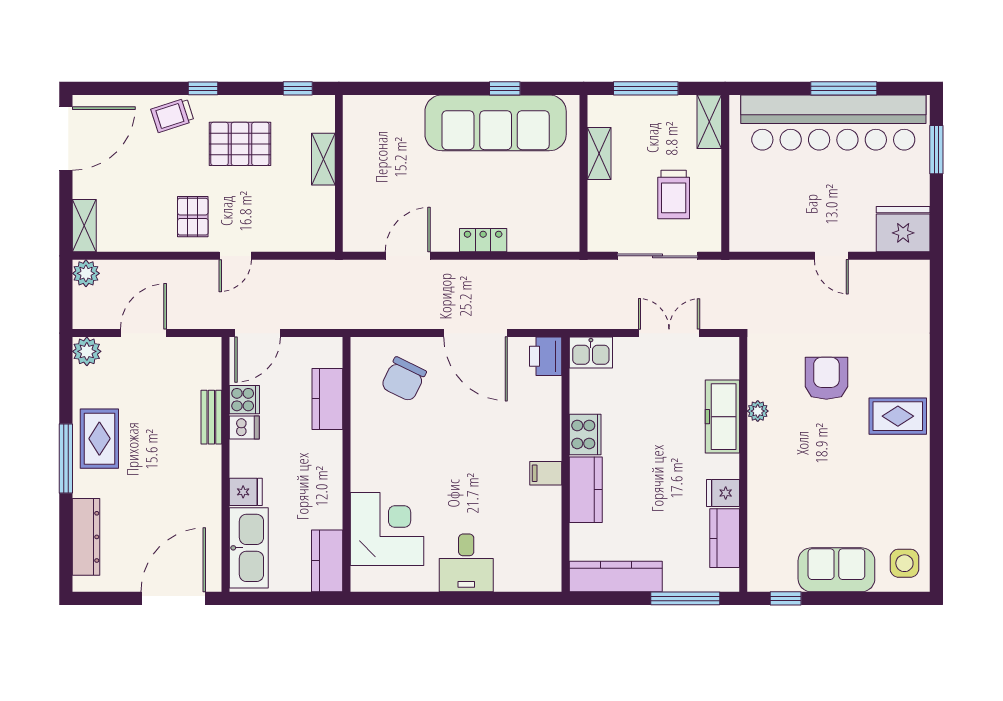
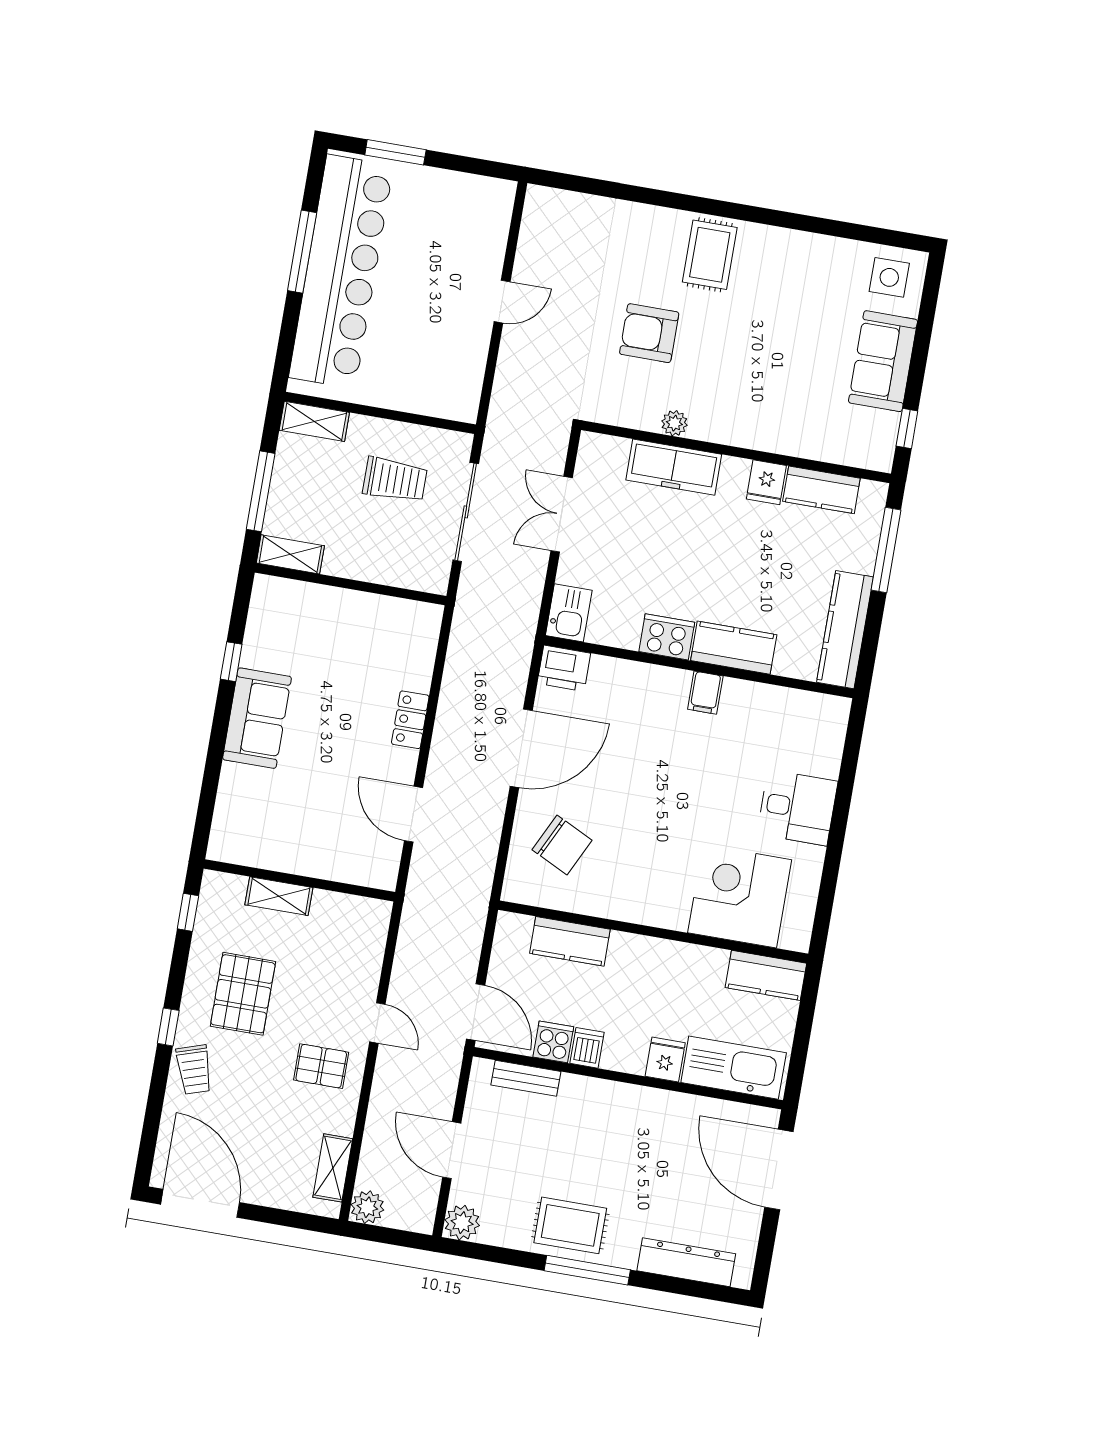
sofa: (496, 123) -> (257, 718), width x0.54, depth x0.79
shelving: (599, 154) -> (290, 554), moved
shelving: (84, 226) -> (333, 1168), moved, turned 90
fridge: (903, 229) -> (485, 209), removed
bench: (211, 417) -> (526, 1078), moved

